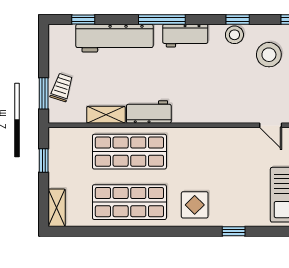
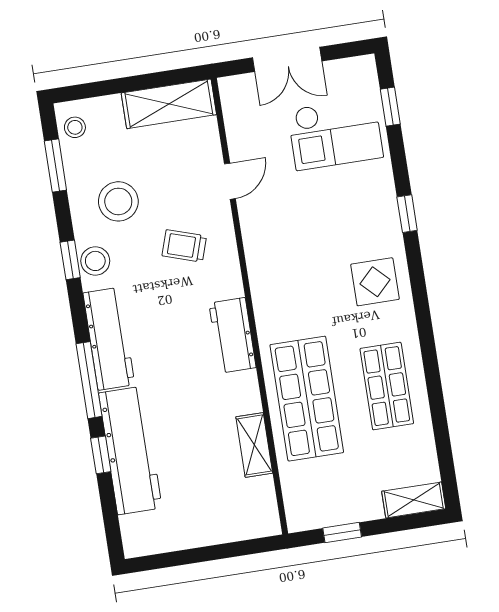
window: (83, 19) -> (101, 455), moved
workbench: (185, 36) -> (109, 339), width x1.37
trolley: (62, 87) -> (184, 246), moved
window: (44, 93) -> (236, 549), removed
workbench: (149, 112) -> (232, 335), moved
shop shelf: (129, 202) -> (387, 386), width x0.70, depth x0.74

